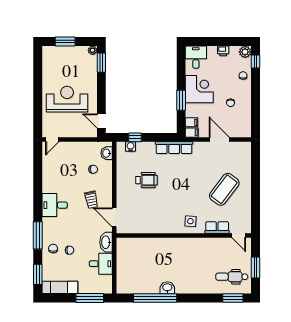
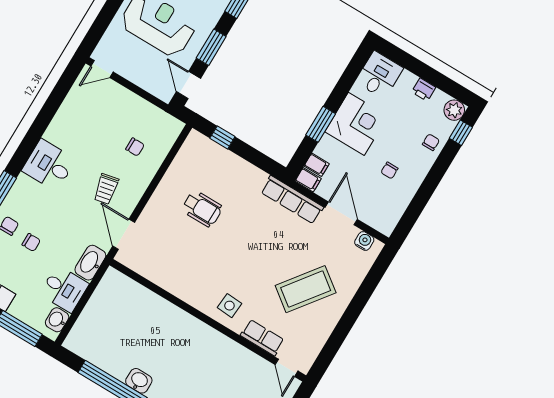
window: (101, 95) -> (211, 47), added
water cooler: (130, 147) -> (364, 241), moved
row of seats: (174, 148) -> (292, 200), moved
washbasin: (107, 153) -> (57, 320), moved

